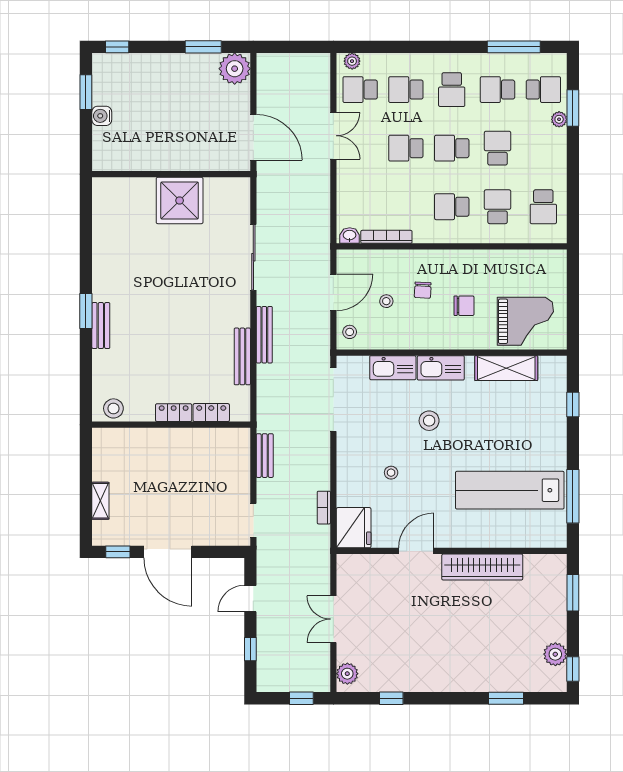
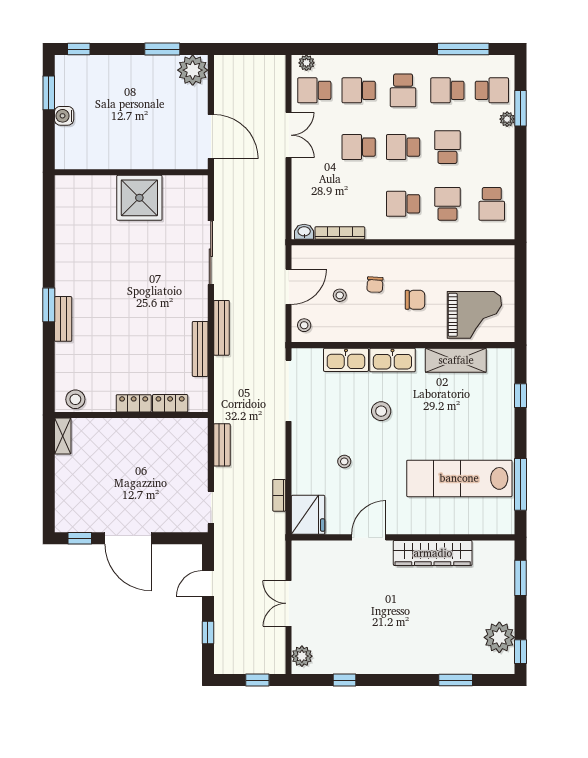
shelving: (100, 501) -> (63, 436), moved
plant: (555, 654) -> (499, 637), width x1.36, depth x1.36

